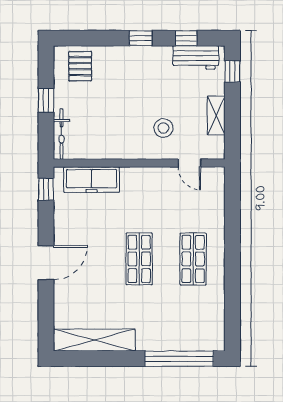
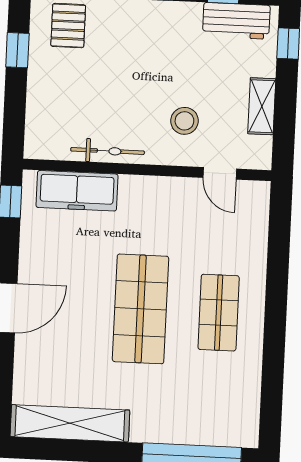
window: (46, 100) -> (17, 50), moved
bicycle: (62, 134) -> (108, 151), moved, turned -90
shop shelf: (139, 259) -> (140, 309), width x1.43, depth x1.36

